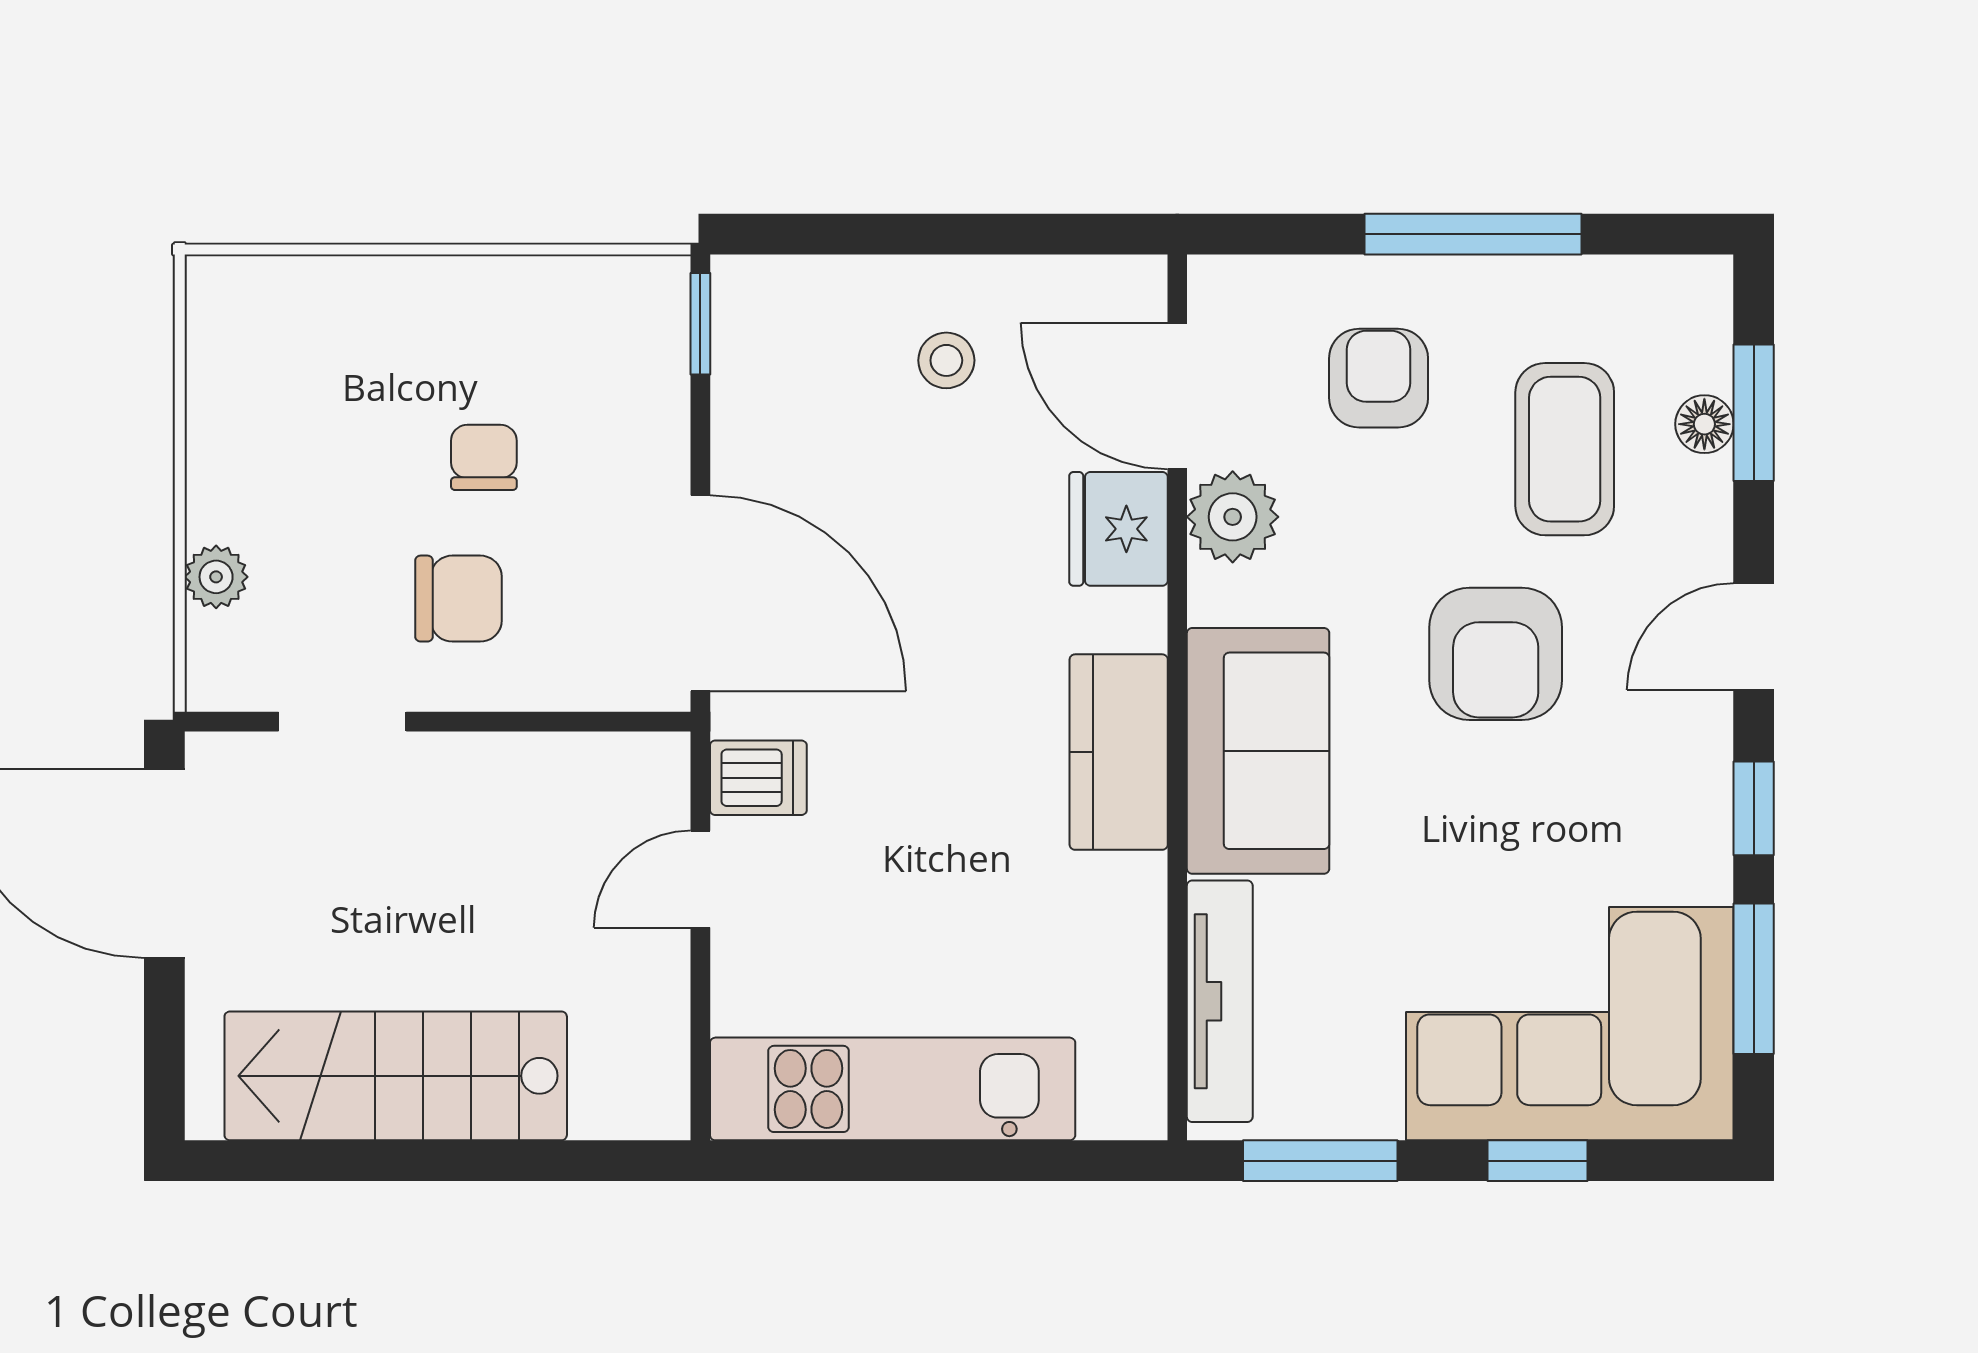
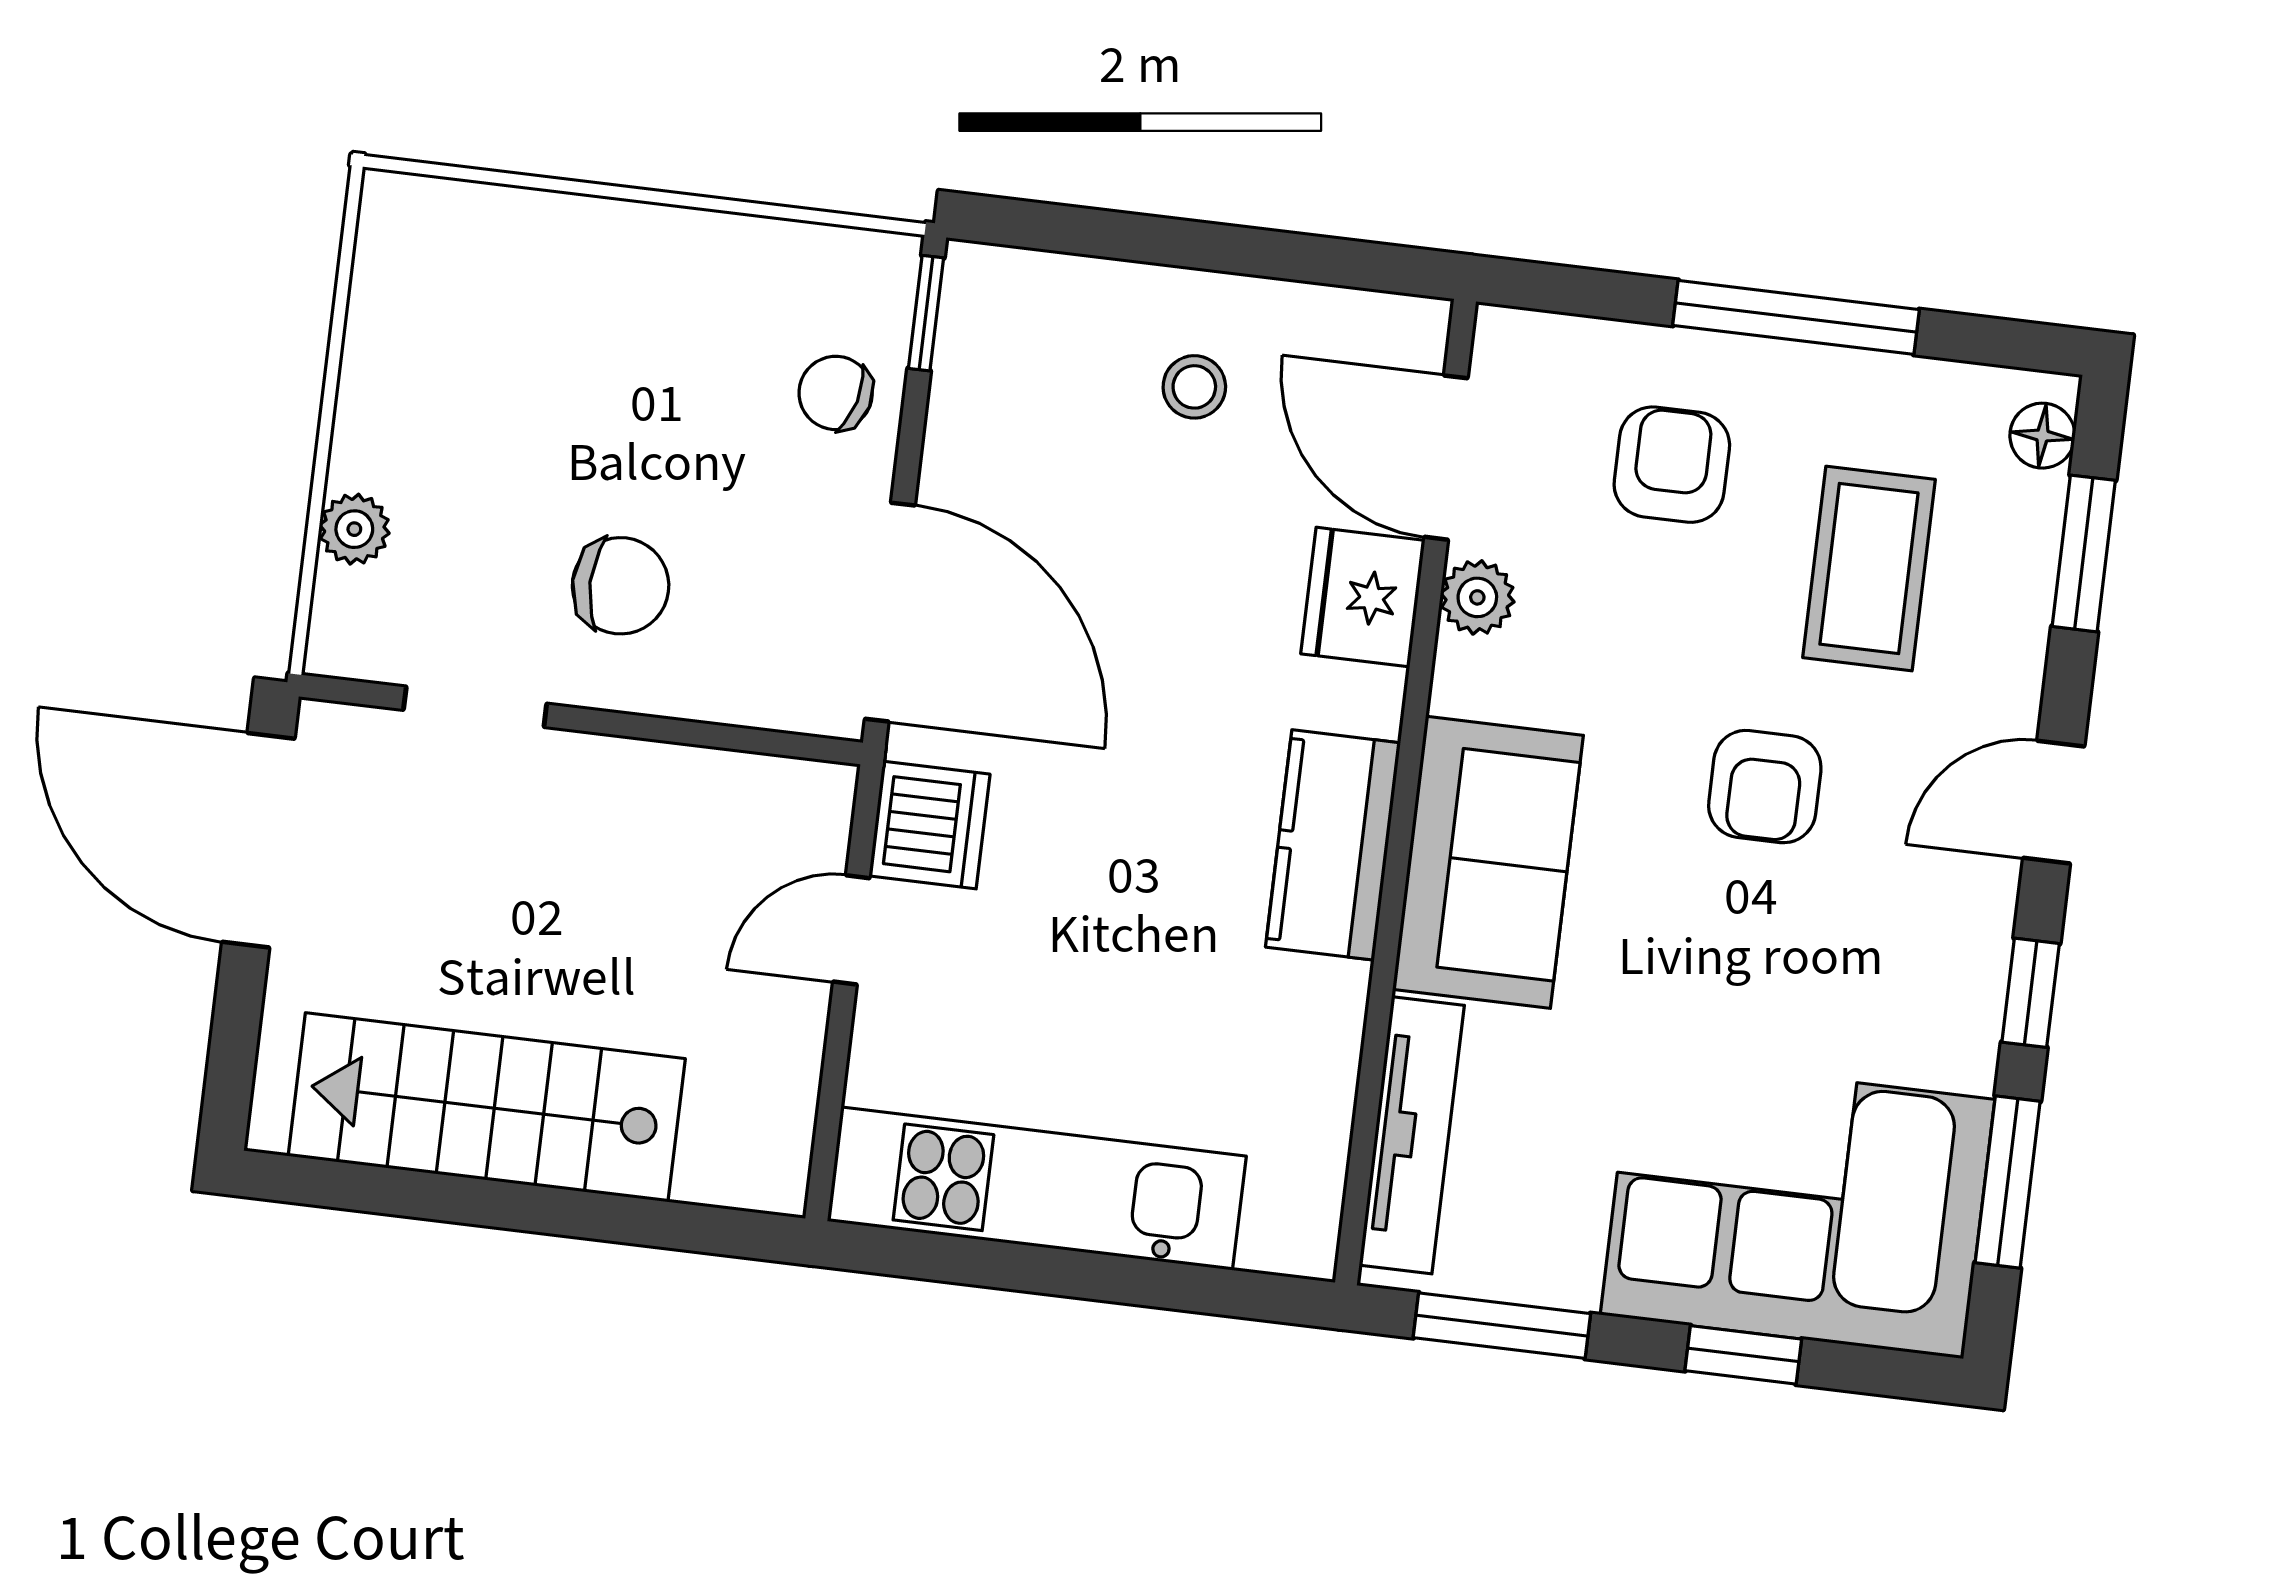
floor lamp: (1704, 424) -> (2042, 436), moved
chair: (484, 457) -> (836, 393), moved, turned -75
plant: (1233, 517) -> (1477, 597), width x0.73, depth x0.73
armchair: (1496, 654) -> (1765, 787), width x0.72, depth x0.72
dishwasher: (758, 778) -> (929, 825), width x1.38

